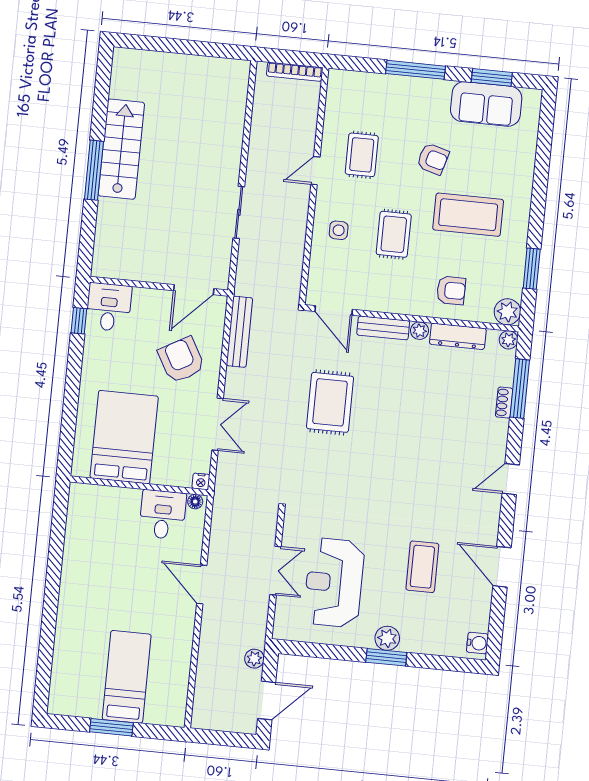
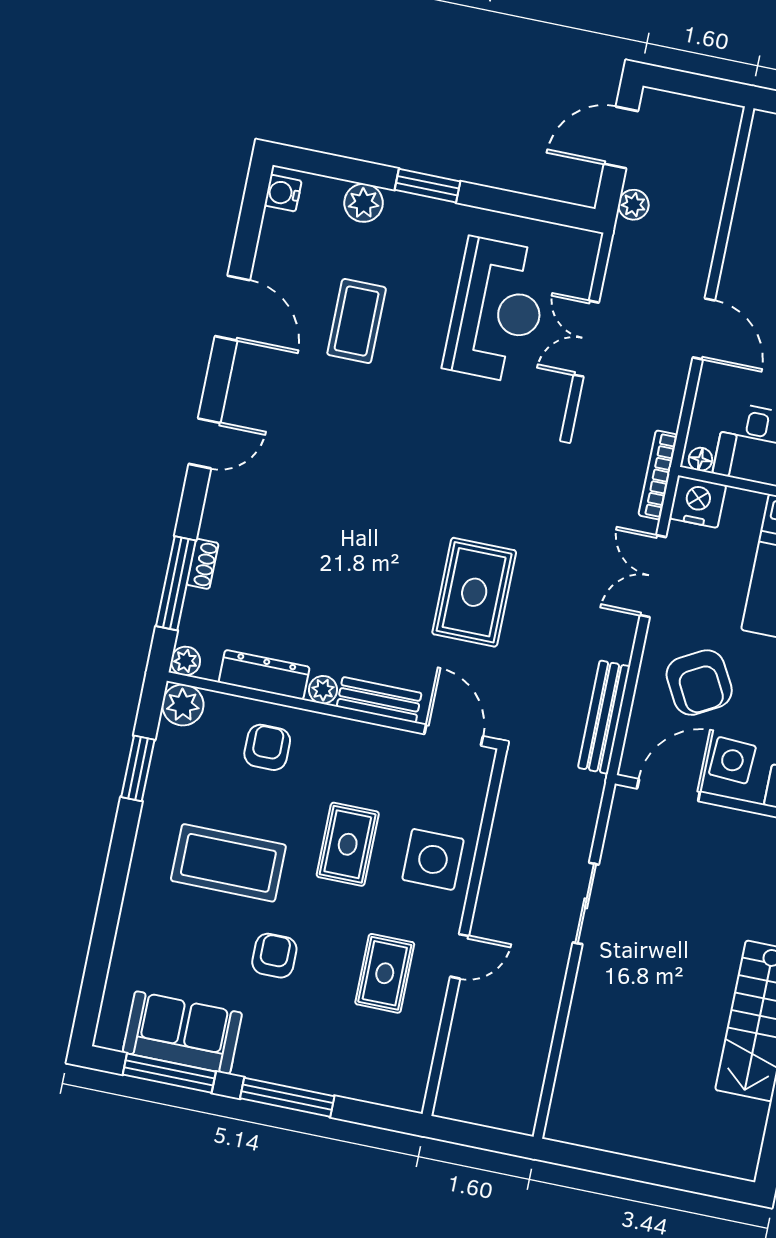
bookcase: (295, 72) -> (658, 475), moved, turned -90
window: (492, 77) -> (169, 1073), width x1.44
armchair: (433, 159) -> (274, 956), turned 74
side table: (339, 230) -> (433, 859), width x1.87, depth x1.87
armchair: (451, 290) -> (267, 747), turned 90
side table: (155, 313) -> (732, 760), added
nightstand: (201, 481) -> (698, 502), width x1.89, depth x1.79
plant: (387, 638) -> (364, 203), moved

